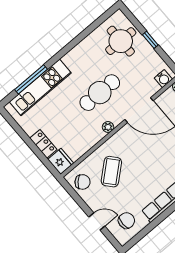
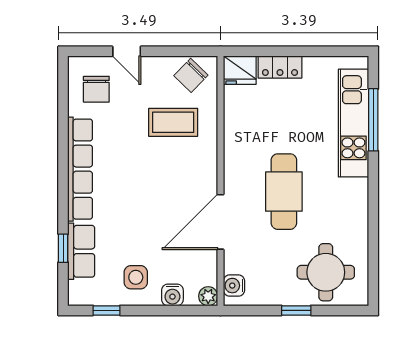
plant: (108, 127) -> (232, 165), removed
coffee table: (111, 172) -> (173, 122), turned -49
door: (97, 221) -> (127, 51), hinge flipped

